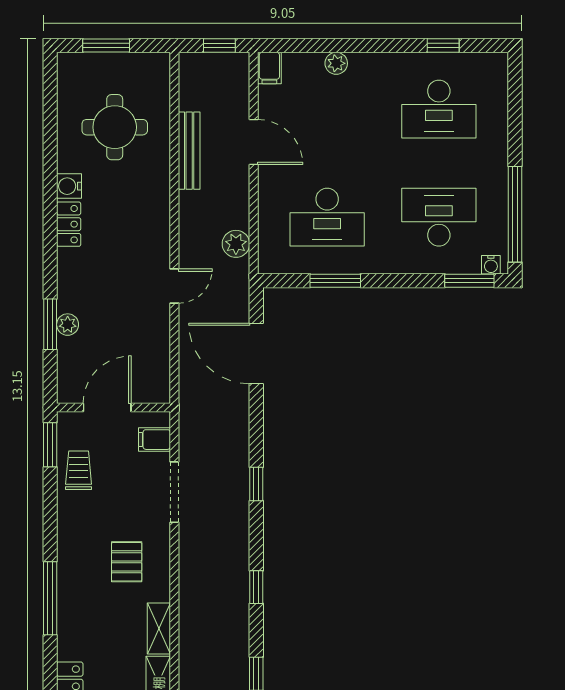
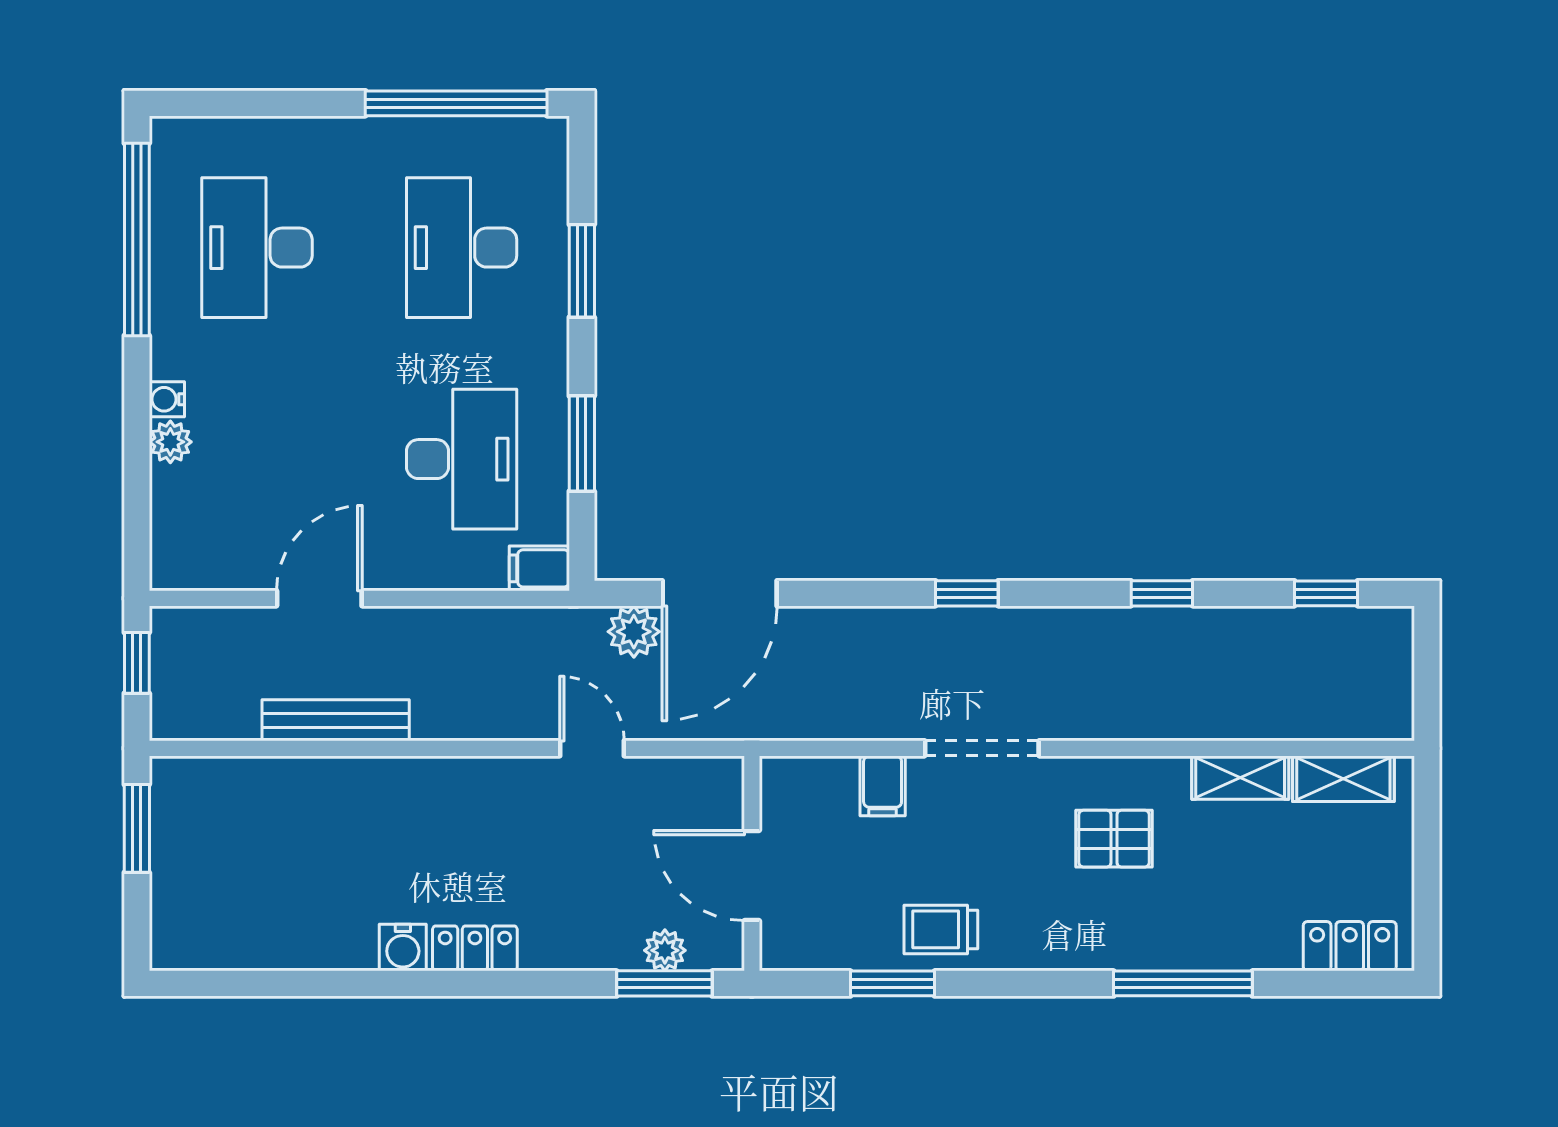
window: (106, 46) -> (137, 828), moved
window: (443, 46) -> (137, 239), width x3.17
filing cabinet: (269, 68) -> (539, 568), moved, turned 180
desk: (439, 109) -> (257, 248), turned 180
round table: (115, 127) -> (291, 861), removed
plant: (236, 244) -> (634, 632), moved
water cooler: (491, 265) -> (167, 399), moved, turned 180
window: (469, 281) -> (582, 271), moved
door: (107, 407) -> (752, 875), moved
wall: (114, 407) -> (752, 863), moved

